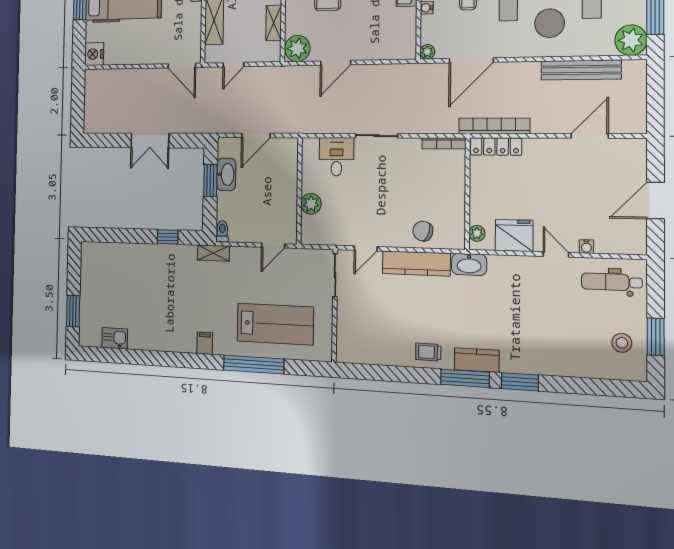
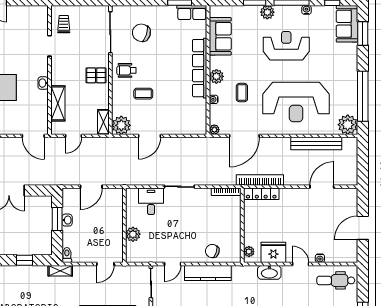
shelving: (274, 23) -> (103, 122), moved
washbasin: (226, 174) -> (67, 220), width x0.52, depth x0.69
washbasin: (469, 264) -> (269, 272), moved

